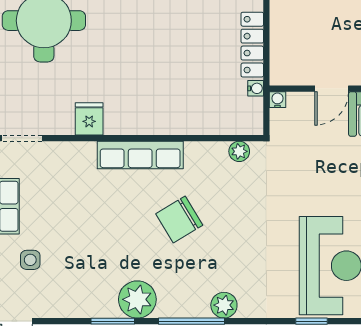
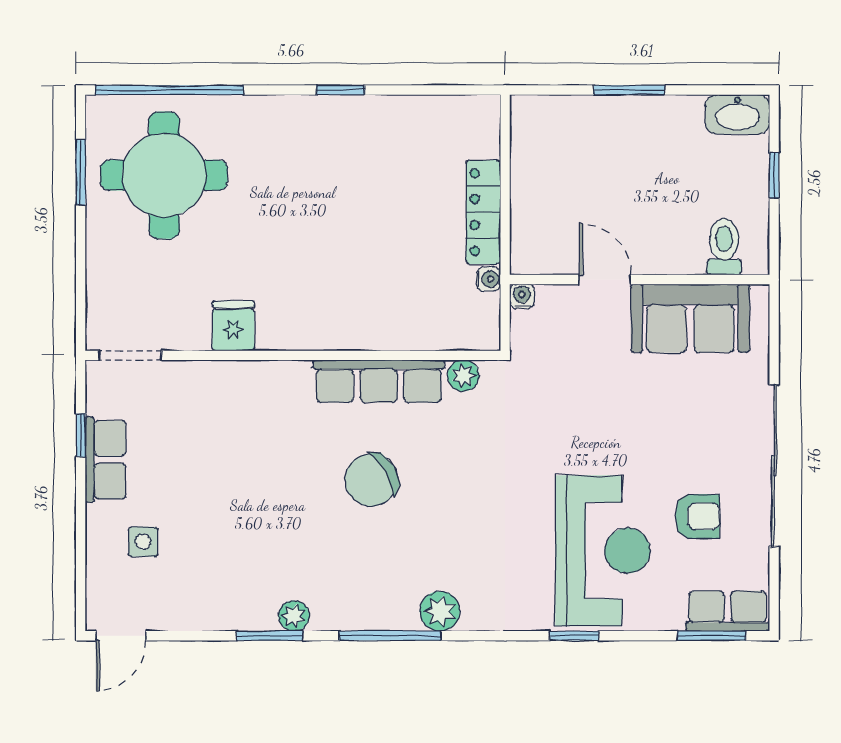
door: (332, 89) -> (605, 280), swing flipped
row of seats: (140, 155) -> (379, 381), moved
plant: (137, 299) -> (294, 616), width x0.53, depth x0.53

